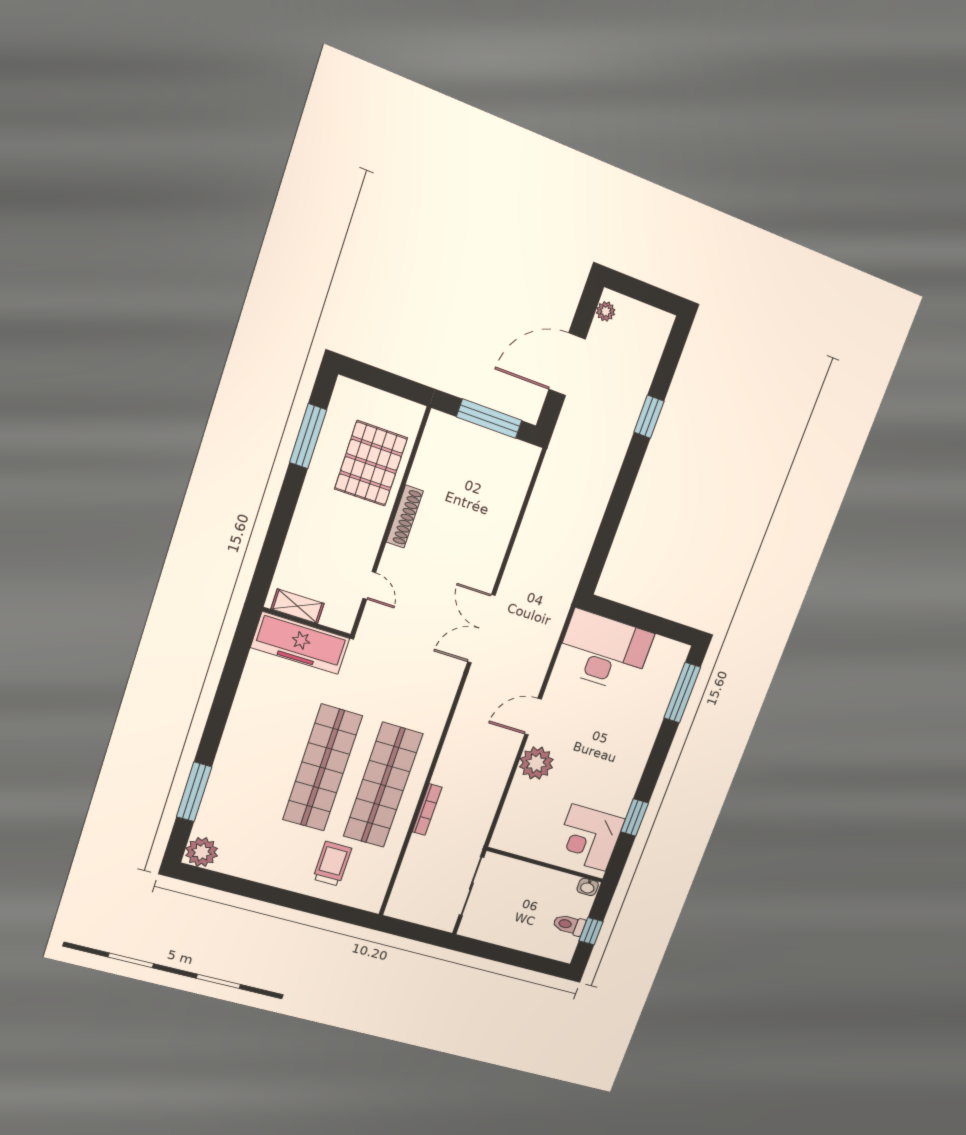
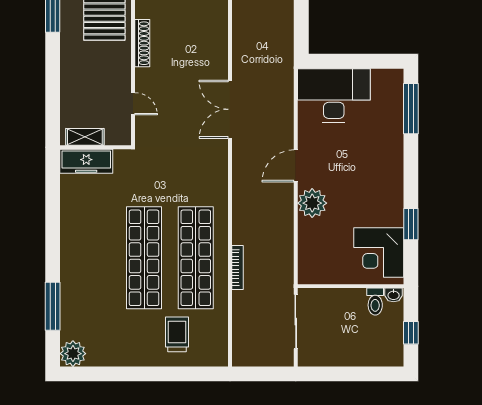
freezer: (300, 643) -> (86, 161), width x0.73, depth x0.79
toilet: (569, 925) -> (375, 302), moved, turned -90

